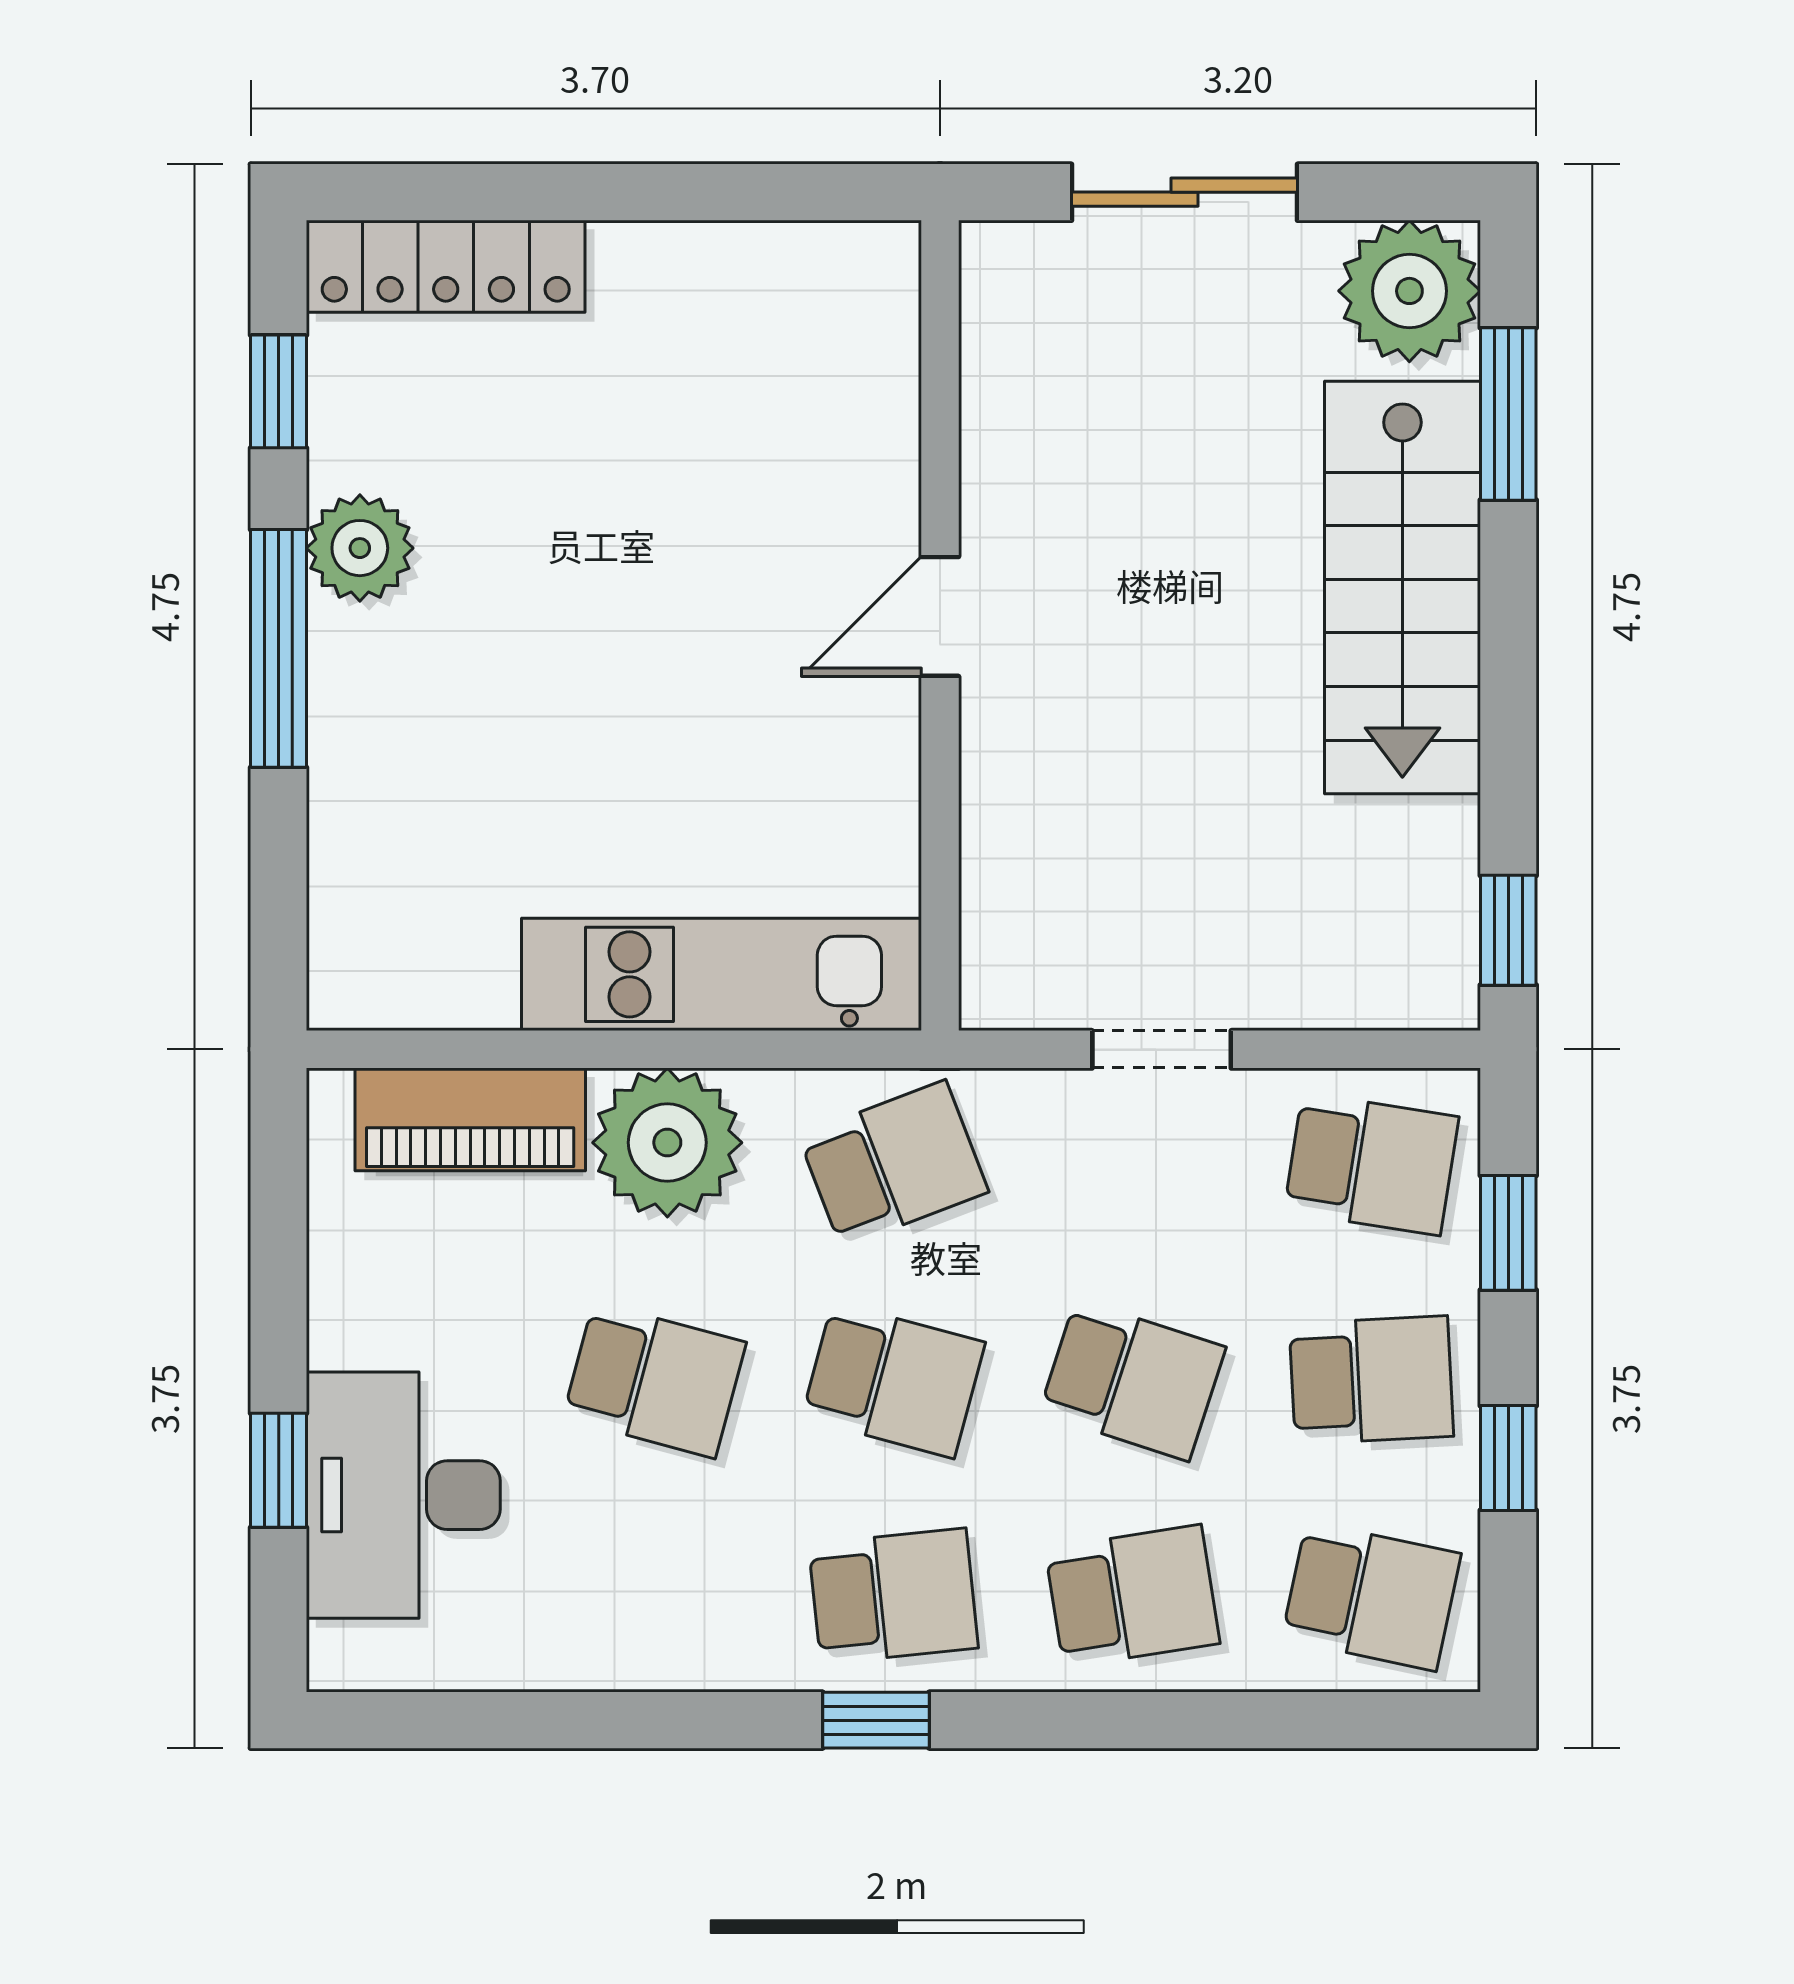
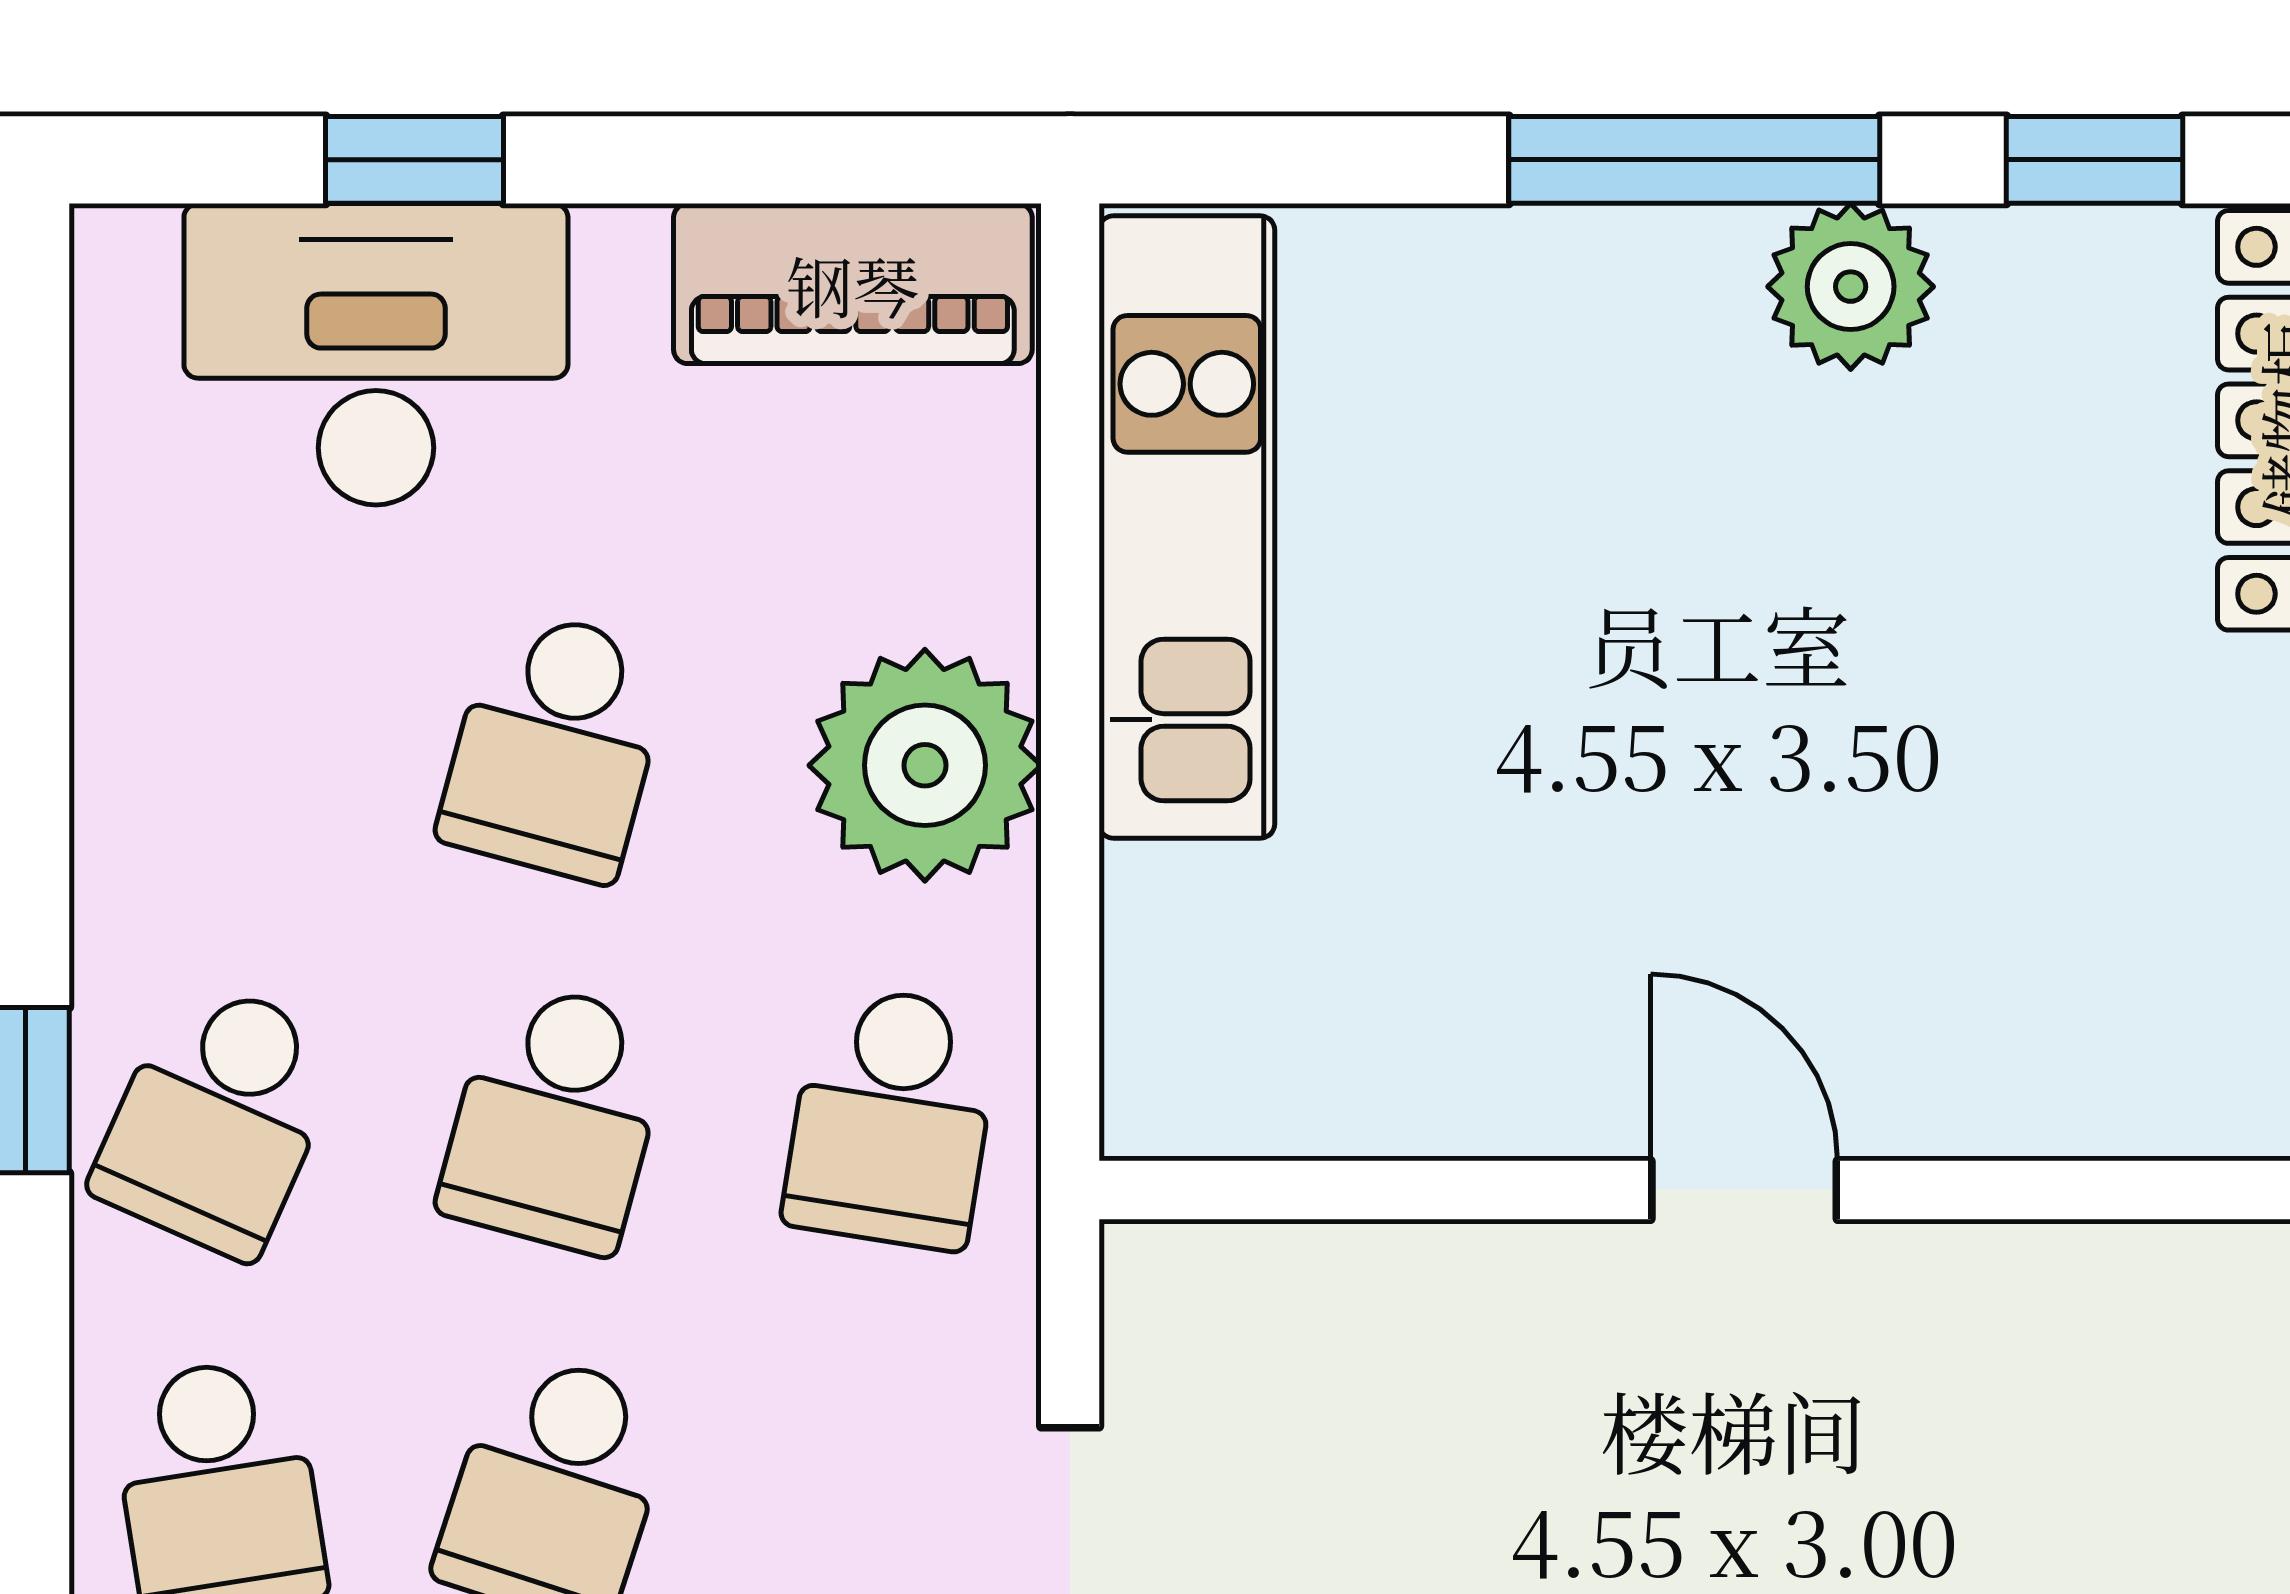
kitchen unit: (721, 974) -> (1187, 527), moved
piano: (470, 1119) -> (853, 284), moved, turned -90
school desk: (893, 1164) -> (892, 1117), turned 30
school desk: (893, 1596) -> (218, 1117), turned 30

